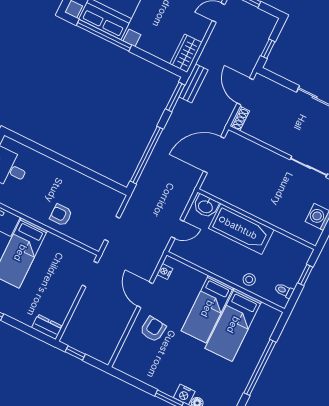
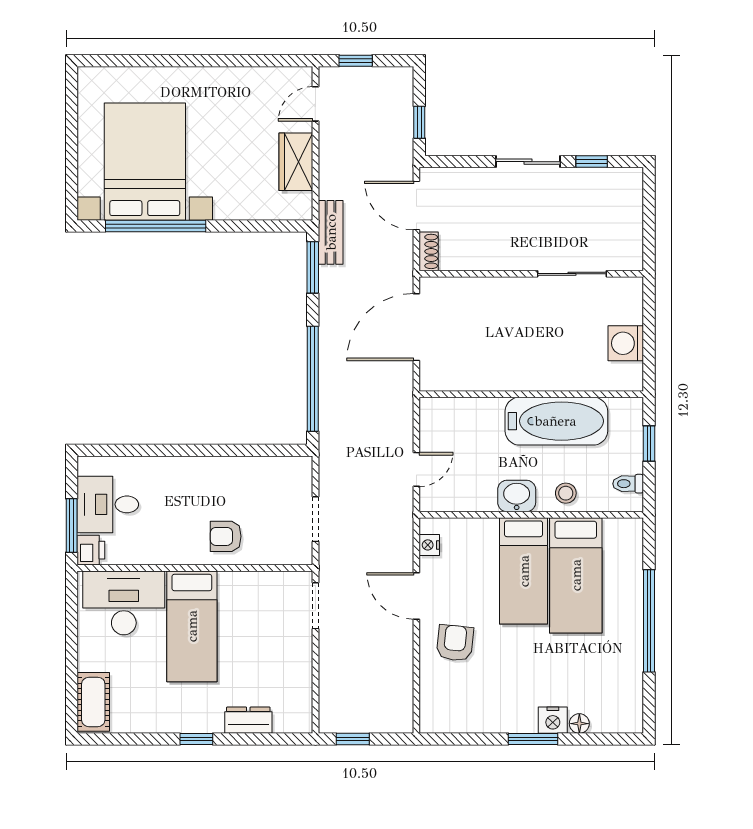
wardrobe: (186, 53) -> (296, 162), moved
washbasin: (206, 206) -> (517, 496), moved, turned 180
bathtub: (241, 229) -> (556, 421), moved
dresser: (47, 327) -> (248, 720), moved

